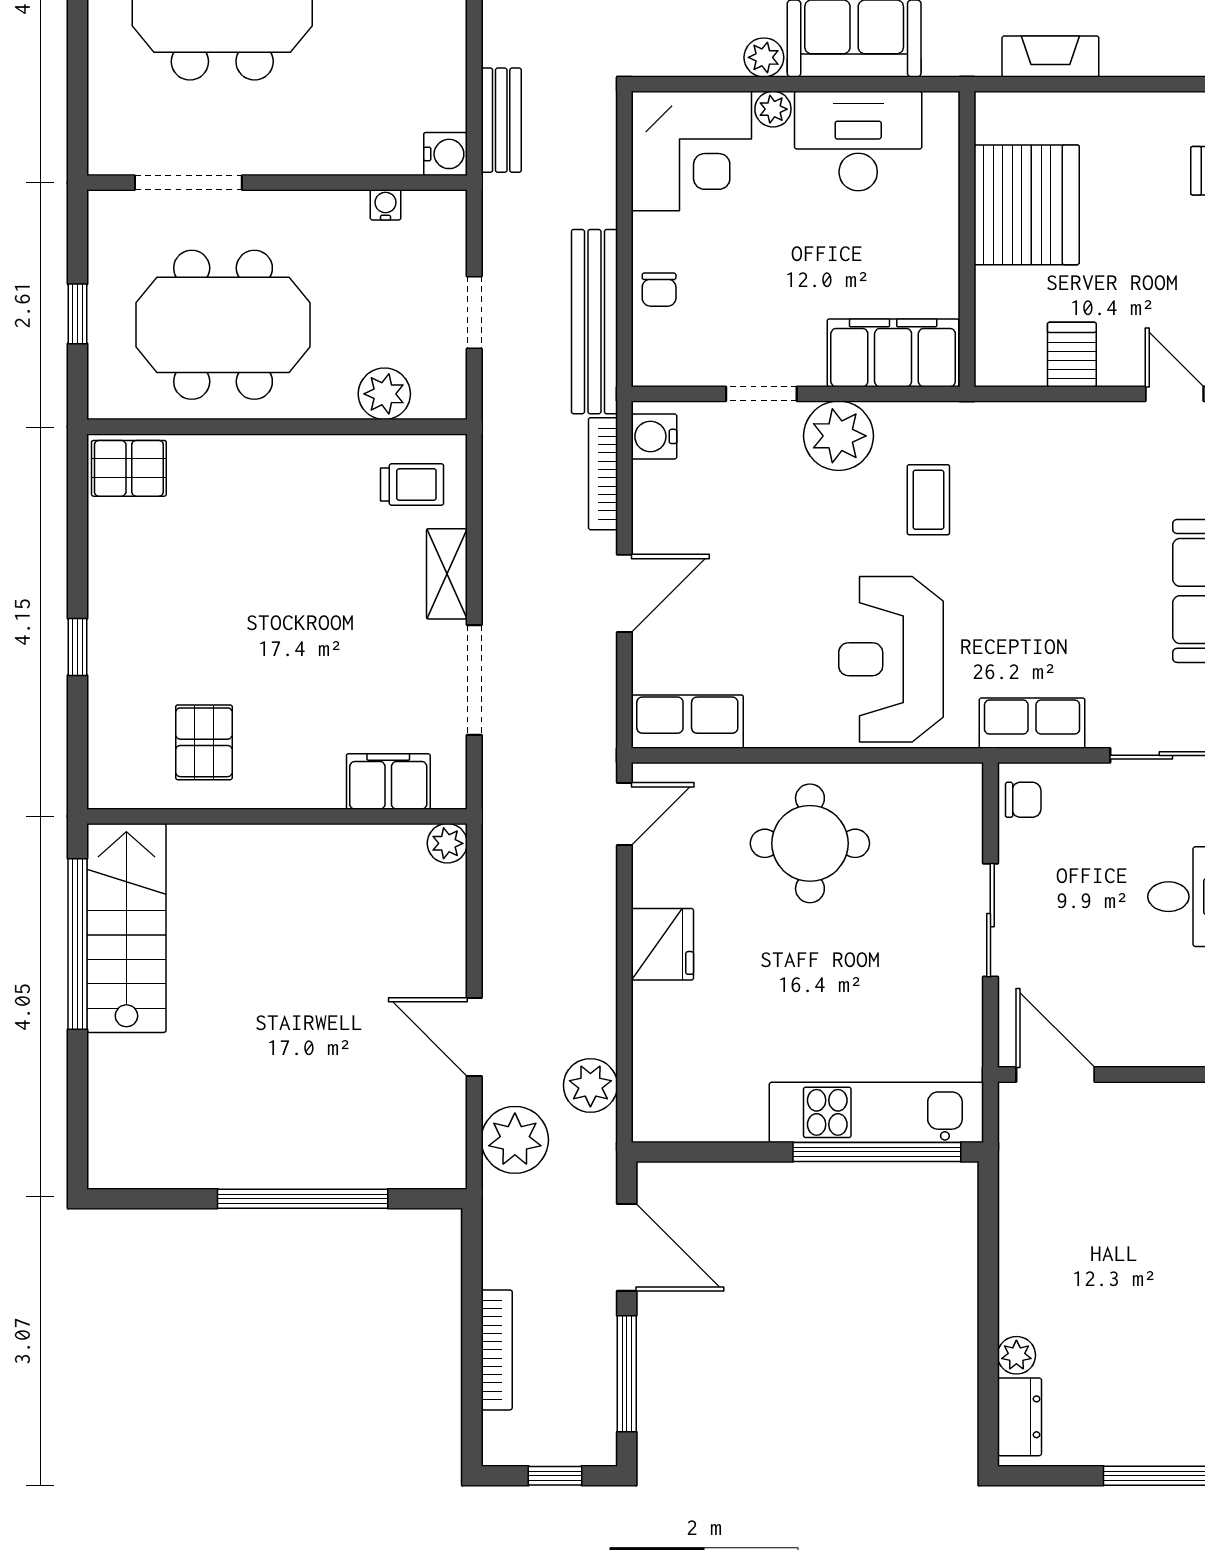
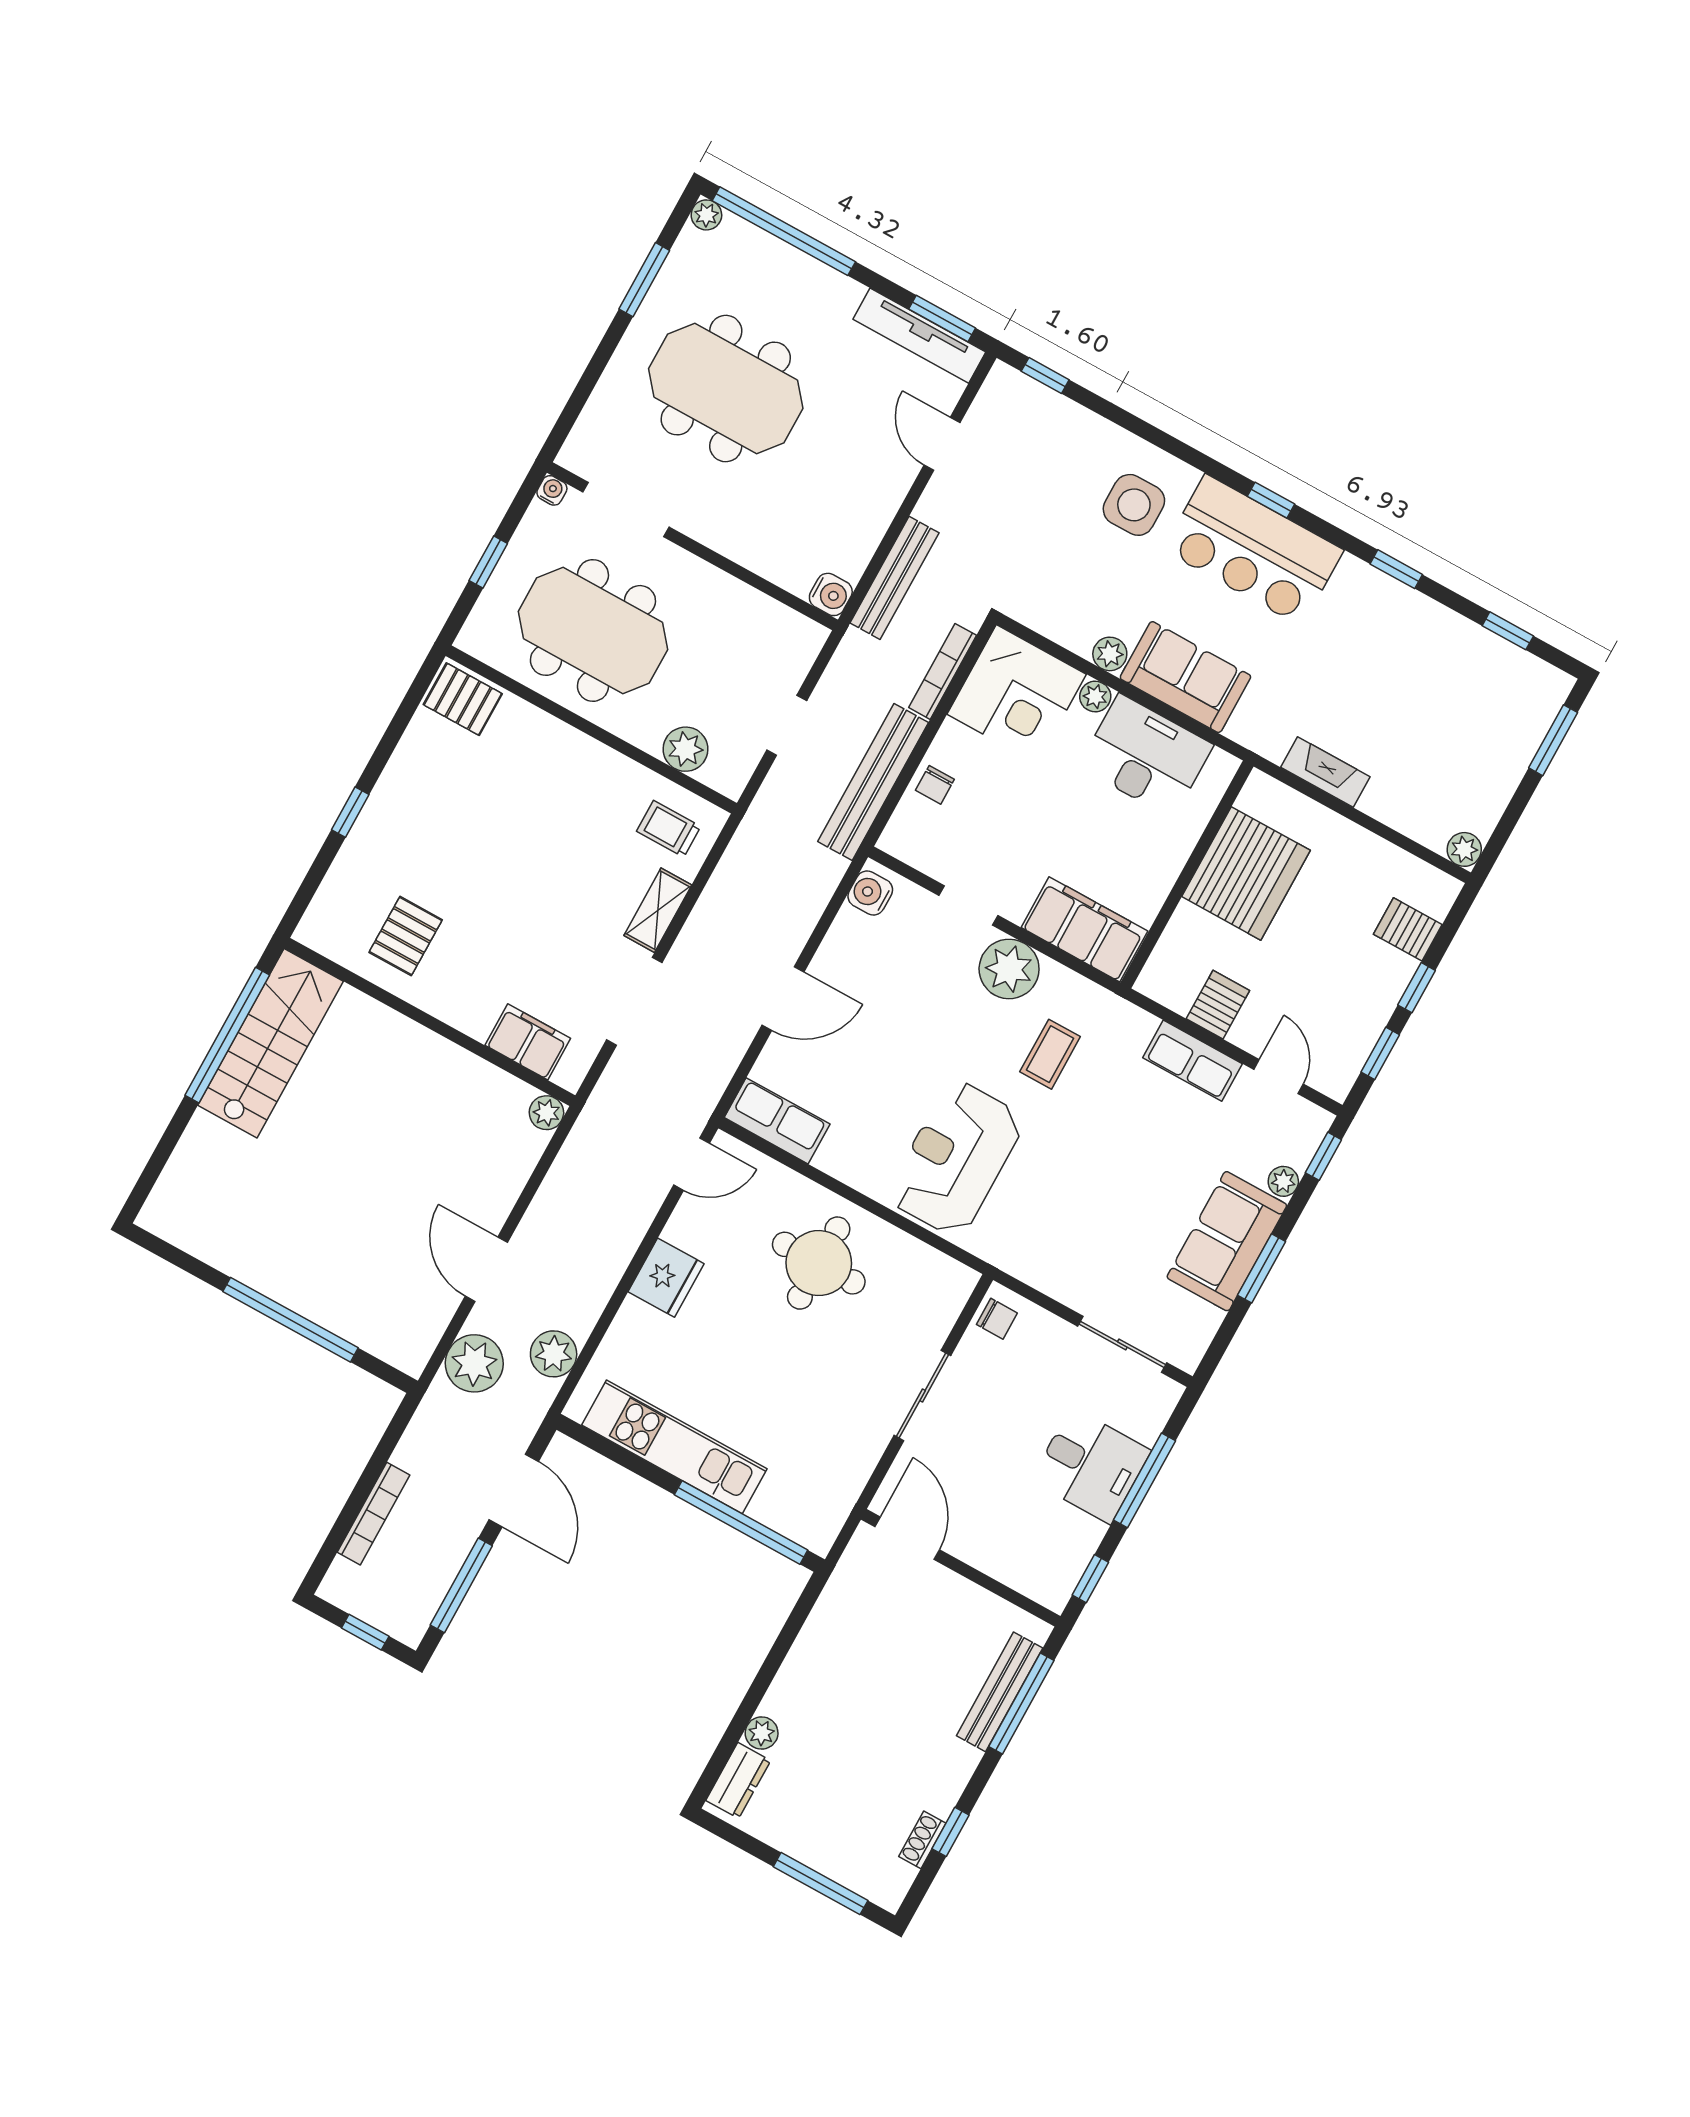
bench: (501, 120) -> (895, 578), width x1.36
water cooler: (386, 205) -> (552, 490), moved
bookcase: (603, 474) -> (943, 671), moved
trolley: (412, 485) -> (669, 829), turned 180
row of seats: (1032, 723) -> (1193, 1061), moved, turned 180
kitchen unit: (876, 1112) -> (674, 1447), moved

